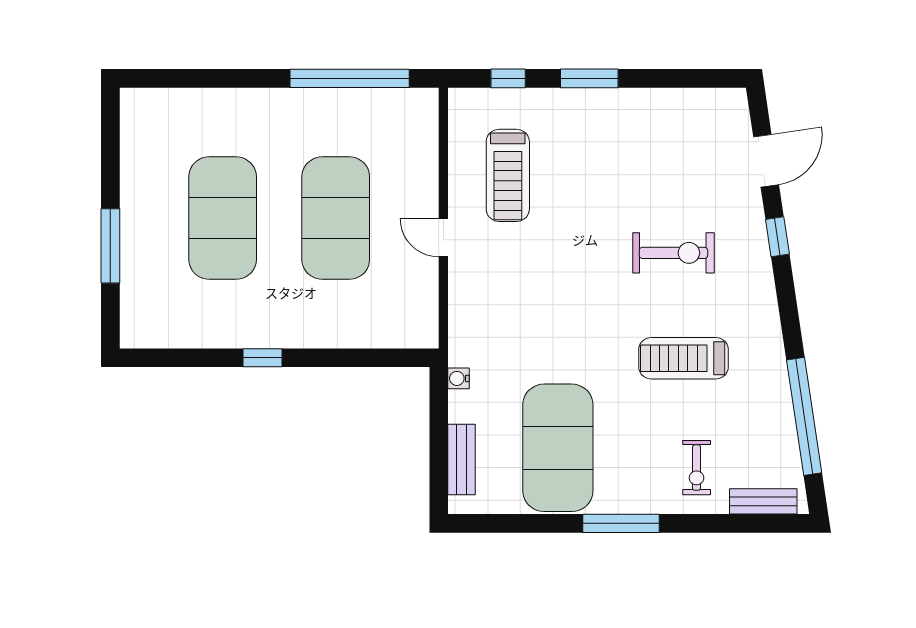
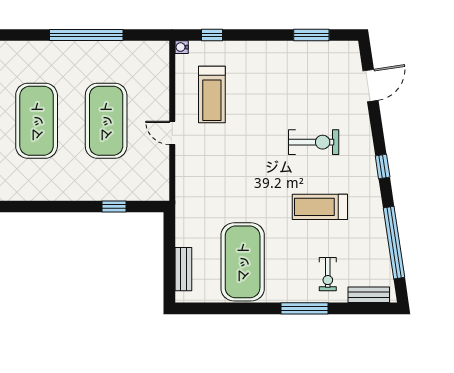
window: (350, 78) -> (86, 35), moved
window: (589, 78) -> (311, 35), moved
window: (777, 237) -> (383, 166), moved
window: (262, 358) -> (114, 207), moved
water cooler: (459, 378) -> (182, 47), moved
window: (621, 523) -> (305, 308), moved

